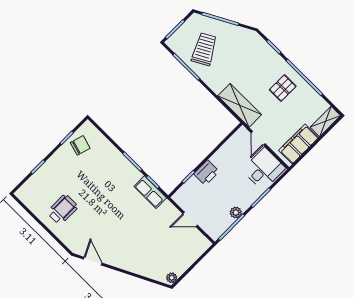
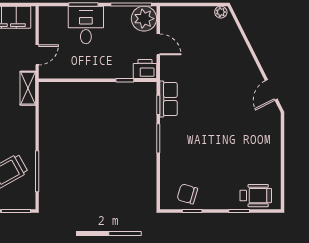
shelving: (240, 105) -> (28, 88), width x0.67, depth x0.75
desk: (264, 169) -> (86, 25), moved, turned 90
printer: (206, 173) -> (145, 69), moved
wheelchair: (63, 210) -> (256, 196), moved, turned 180
plant: (236, 213) -> (144, 19), moved, width x1.88, depth x1.88

